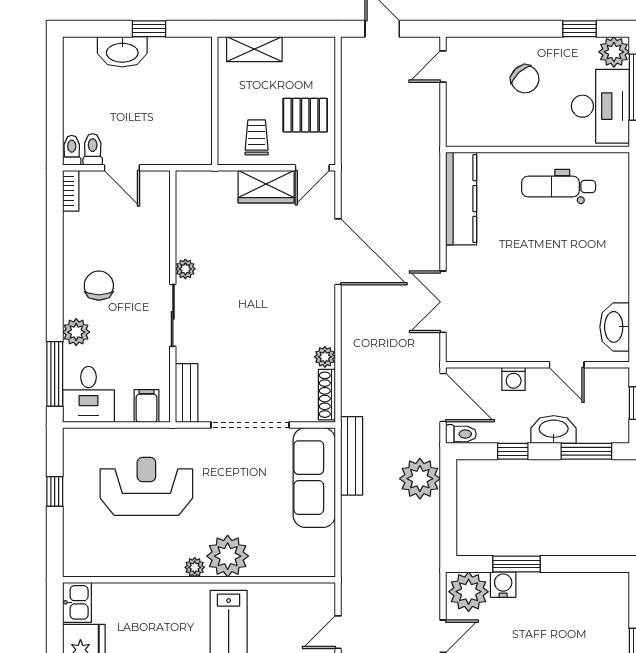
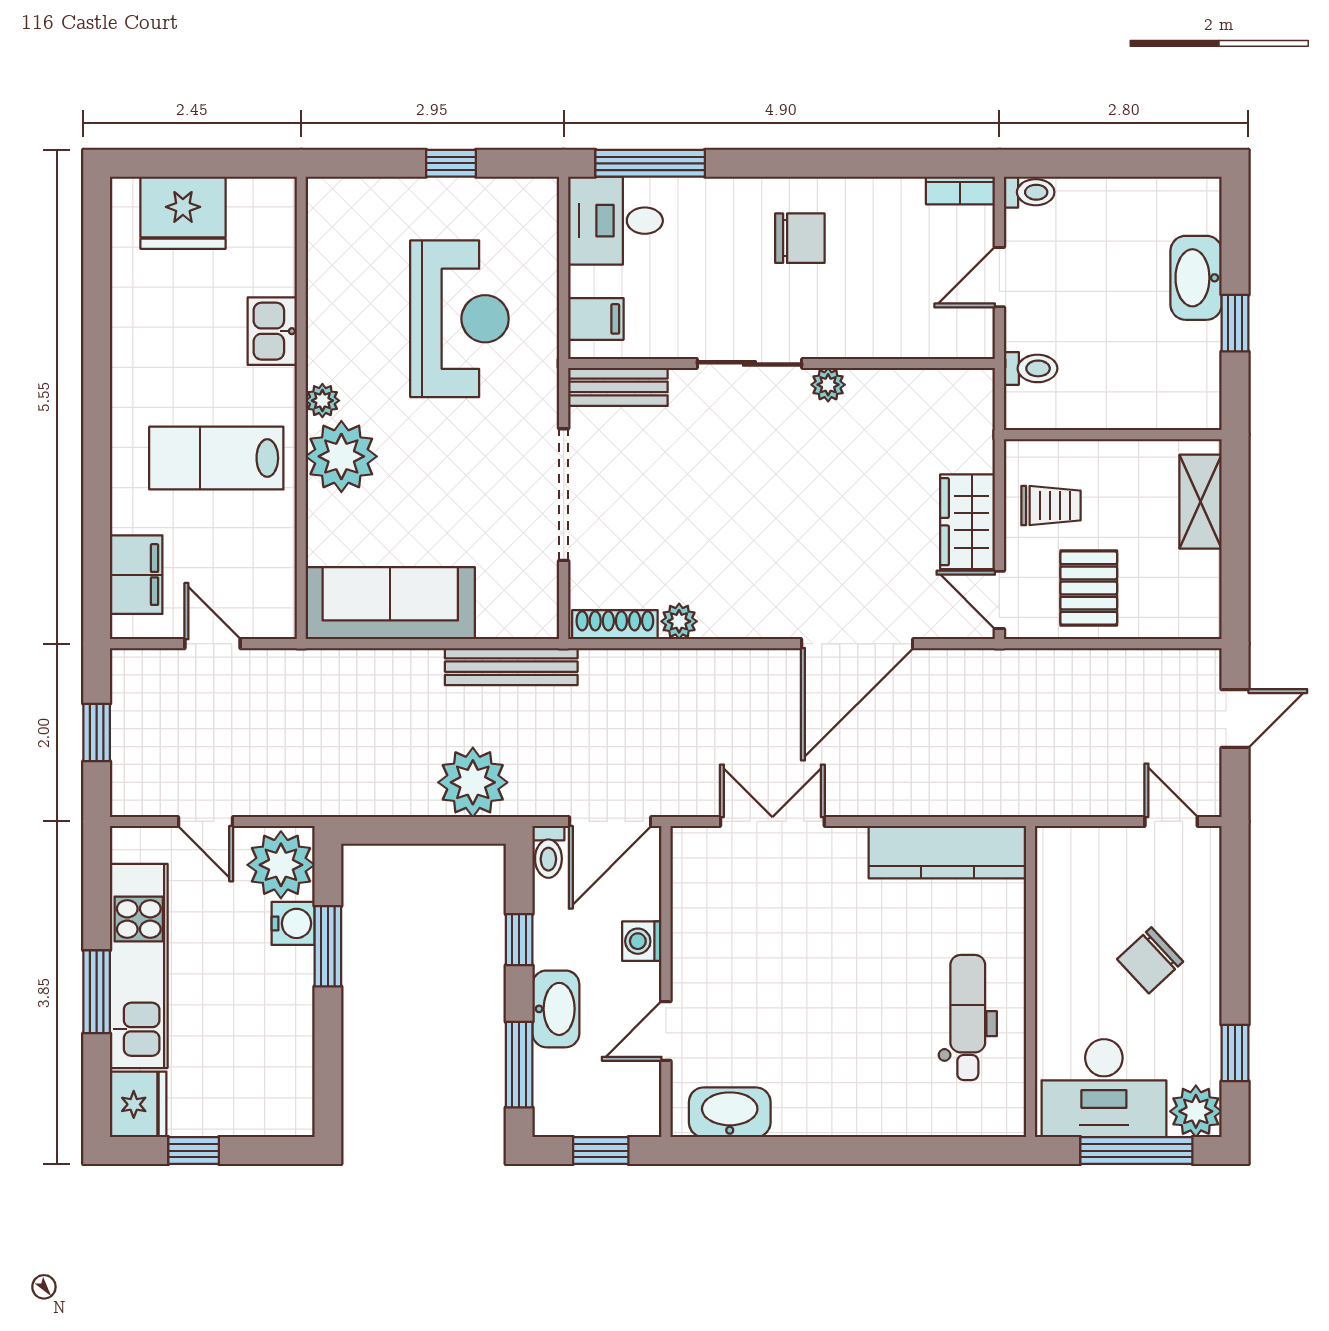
toilet: (93, 149) -> (1031, 368), moved
plant: (76, 332) -> (721, 200), removed
sofa: (314, 478) -> (390, 603), moved
kitchen sink: (77, 602) -> (272, 331), moved, turned 90

